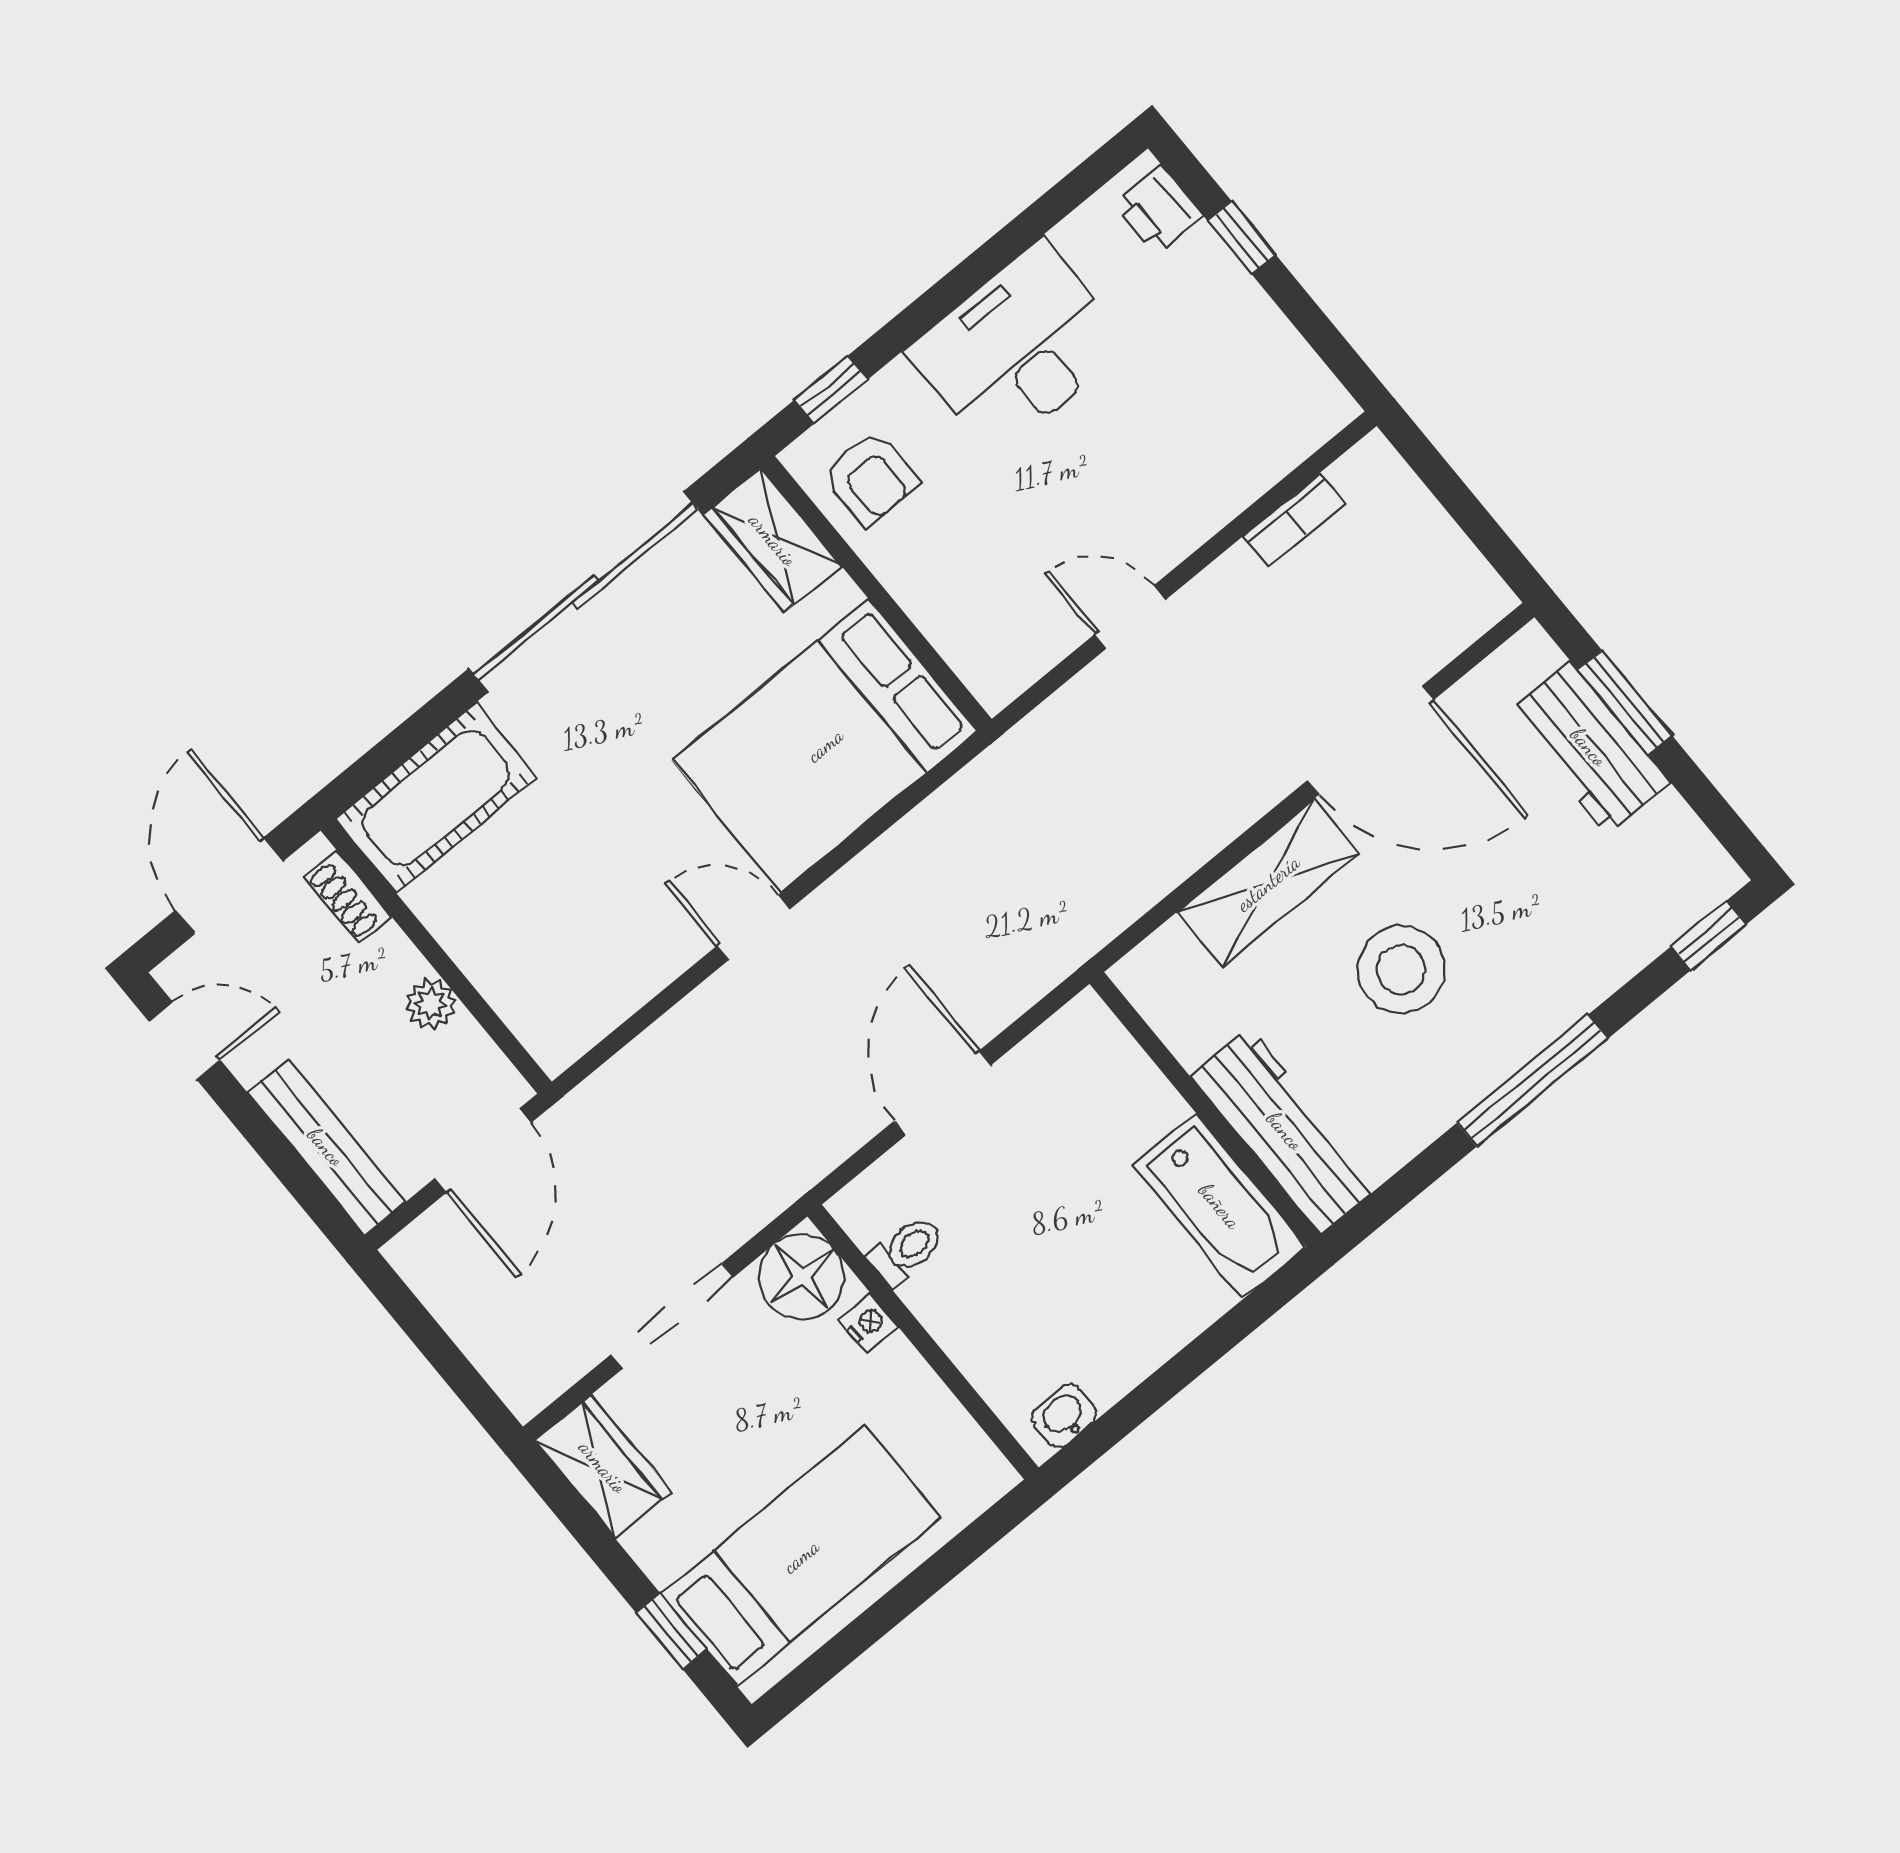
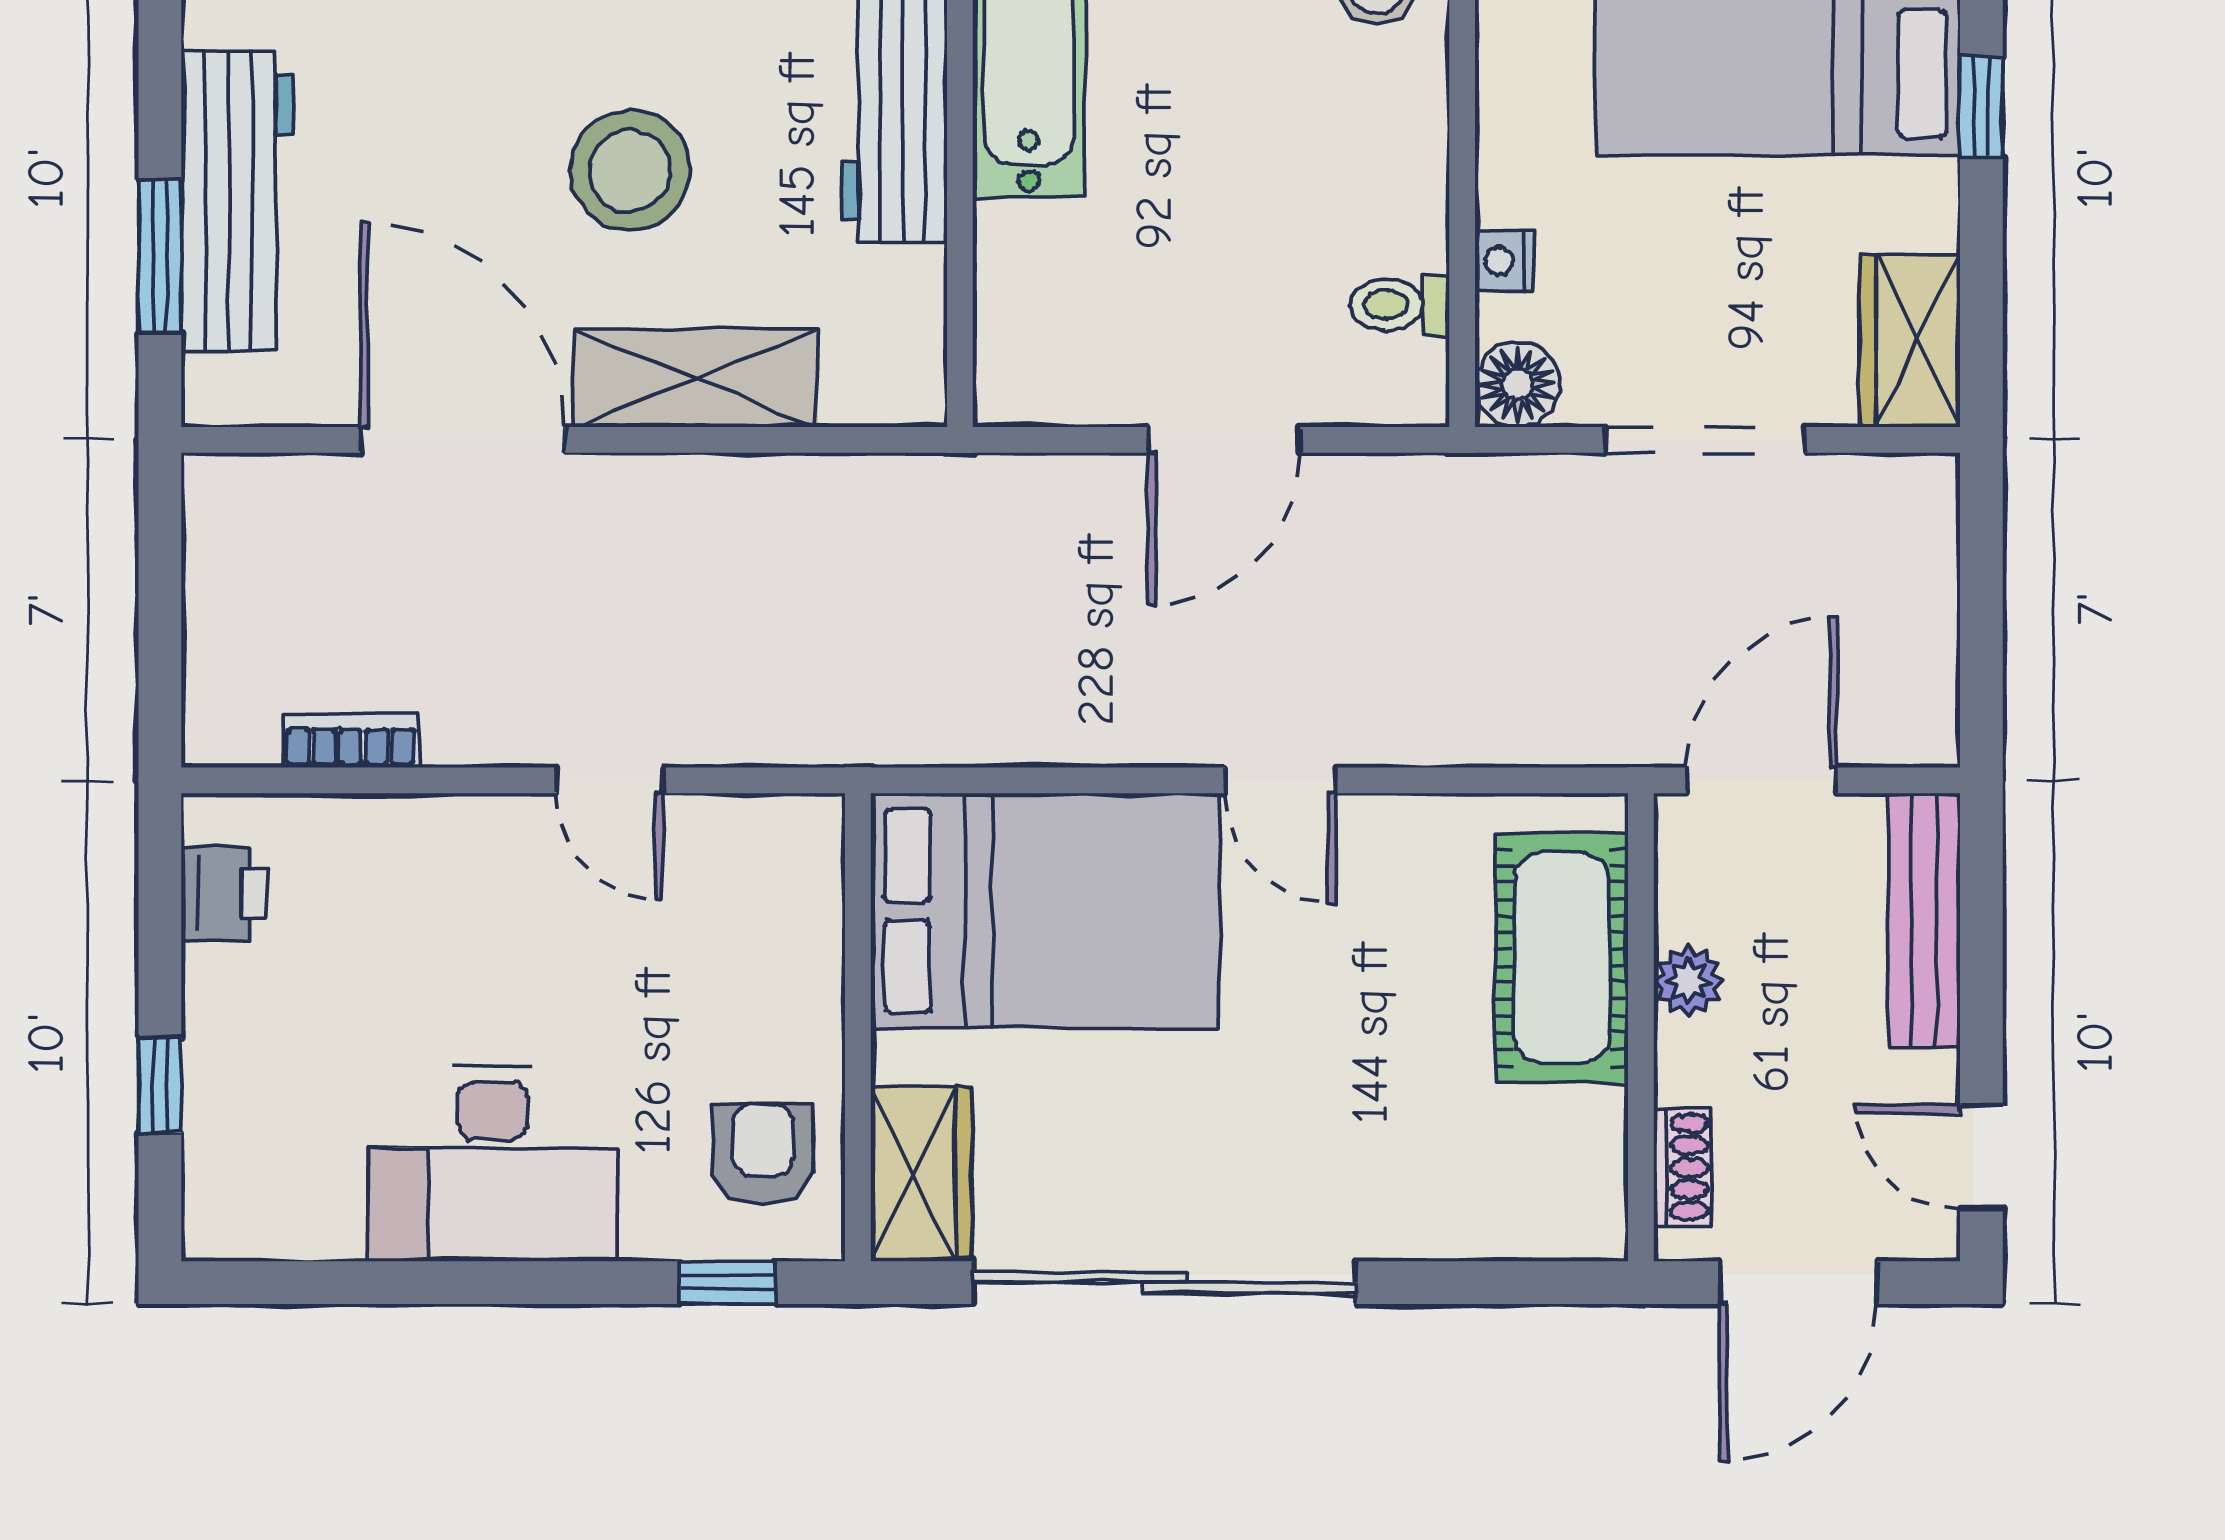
printer: (1158, 210) -> (224, 894), moved
workbench: (1589, 747) -> (237, 201), width x1.38
cot: (436, 798) -> (1562, 957), moved, turned 90
floor lamp: (802, 1277) -> (1518, 384), width x0.73, depth x0.73

